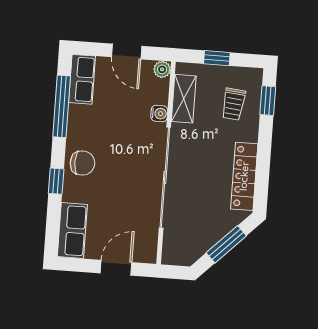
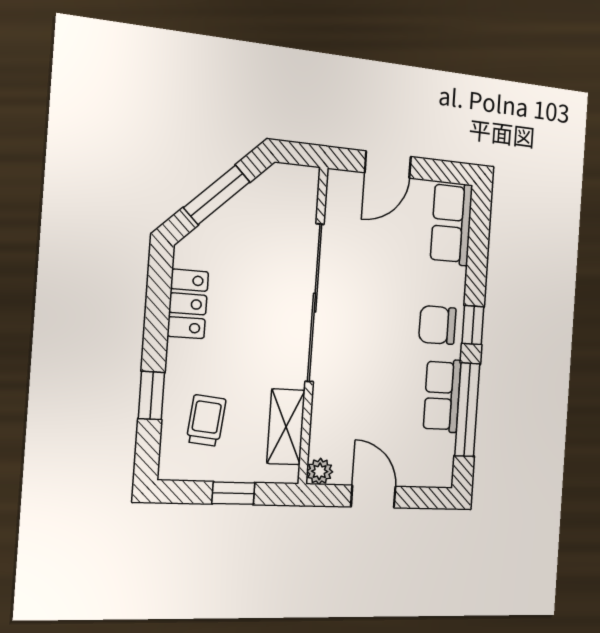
row of seats: (82, 79) -> (442, 396), moved
window: (268, 101) -> (151, 396), moved
water cooler: (159, 114) -> (324, 403), removed
locker: (244, 176) -> (188, 304), width x0.66
window: (56, 181) -> (473, 325), moved

